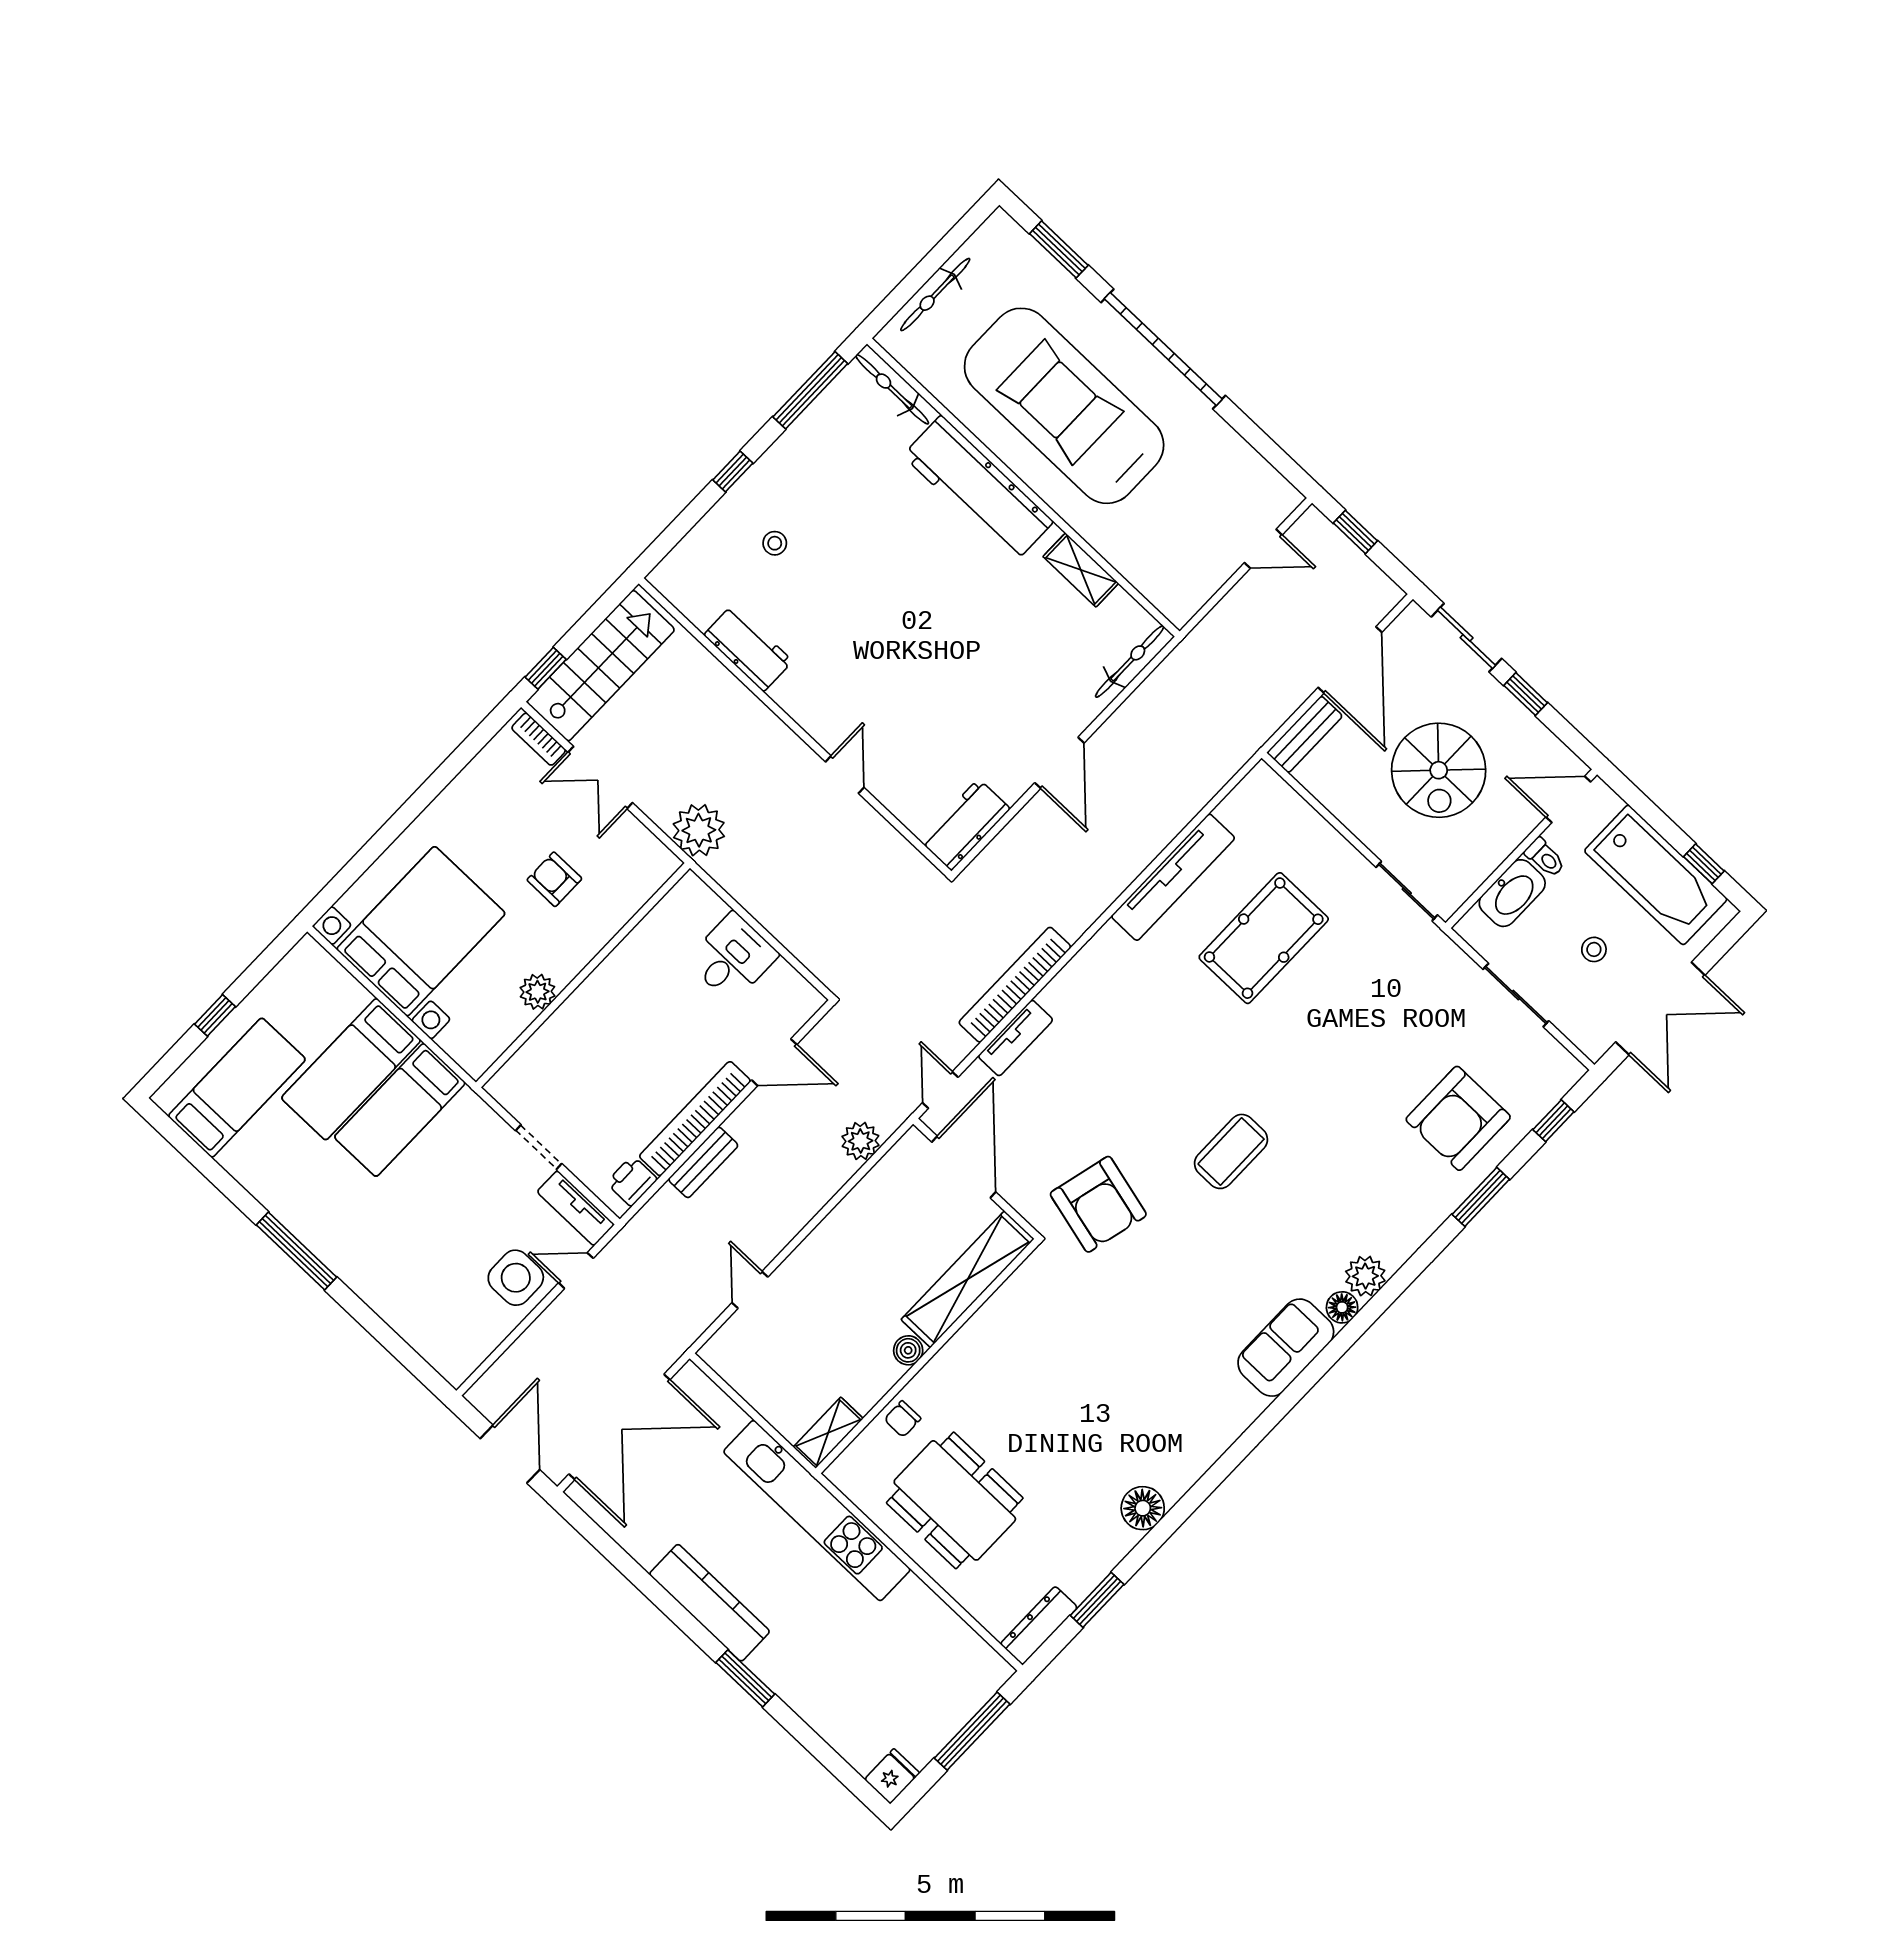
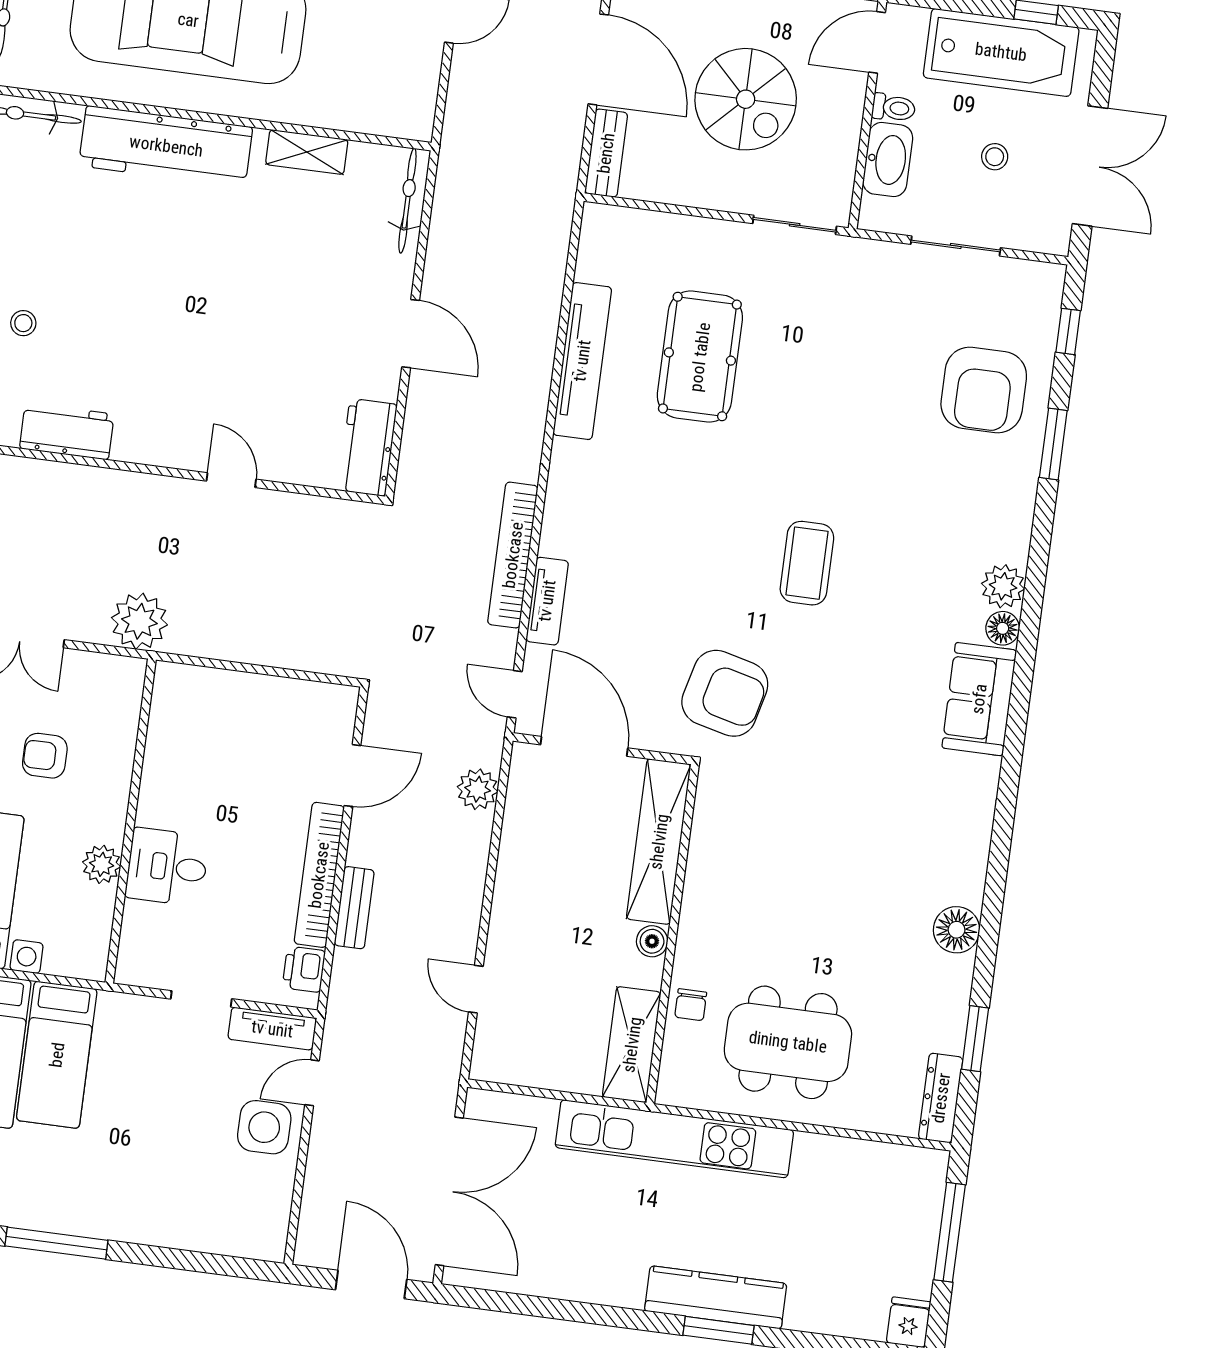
desk: (732, 957) -> (167, 867), moved, turned -90
shelving: (828, 1433) -> (632, 1045), width x1.50, depth x1.33
kitchen counter: (710, 1603) -> (716, 1297), moved

